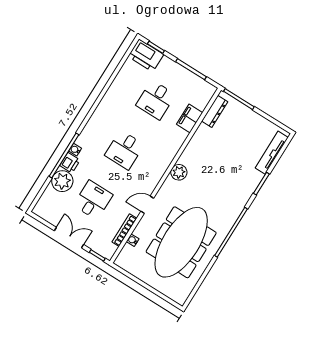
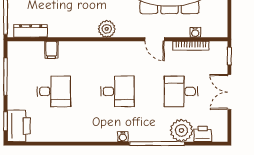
filing cabinet: (190, 118) -> (51, 50), width x0.50
water cooler: (75, 150) -> (123, 137), moved
printer: (70, 163) -> (203, 134), moved

